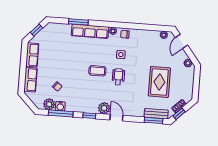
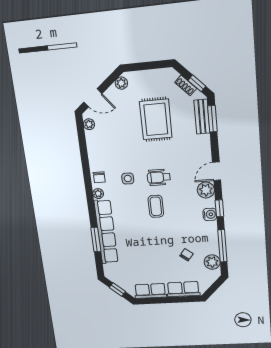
row of seats: (90, 31) -> (106, 232), width x1.36
rug: (159, 82) -> (156, 119), turned 90
water cooler: (60, 106) -> (210, 214), moved

